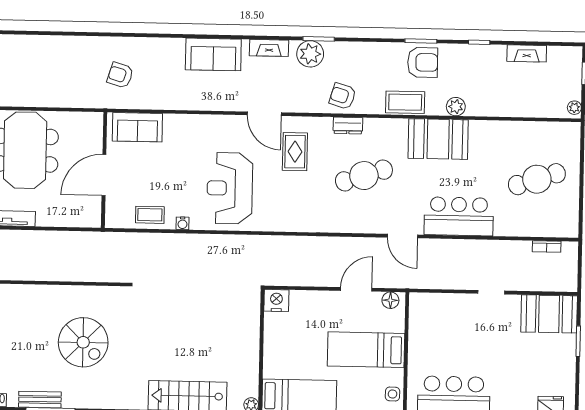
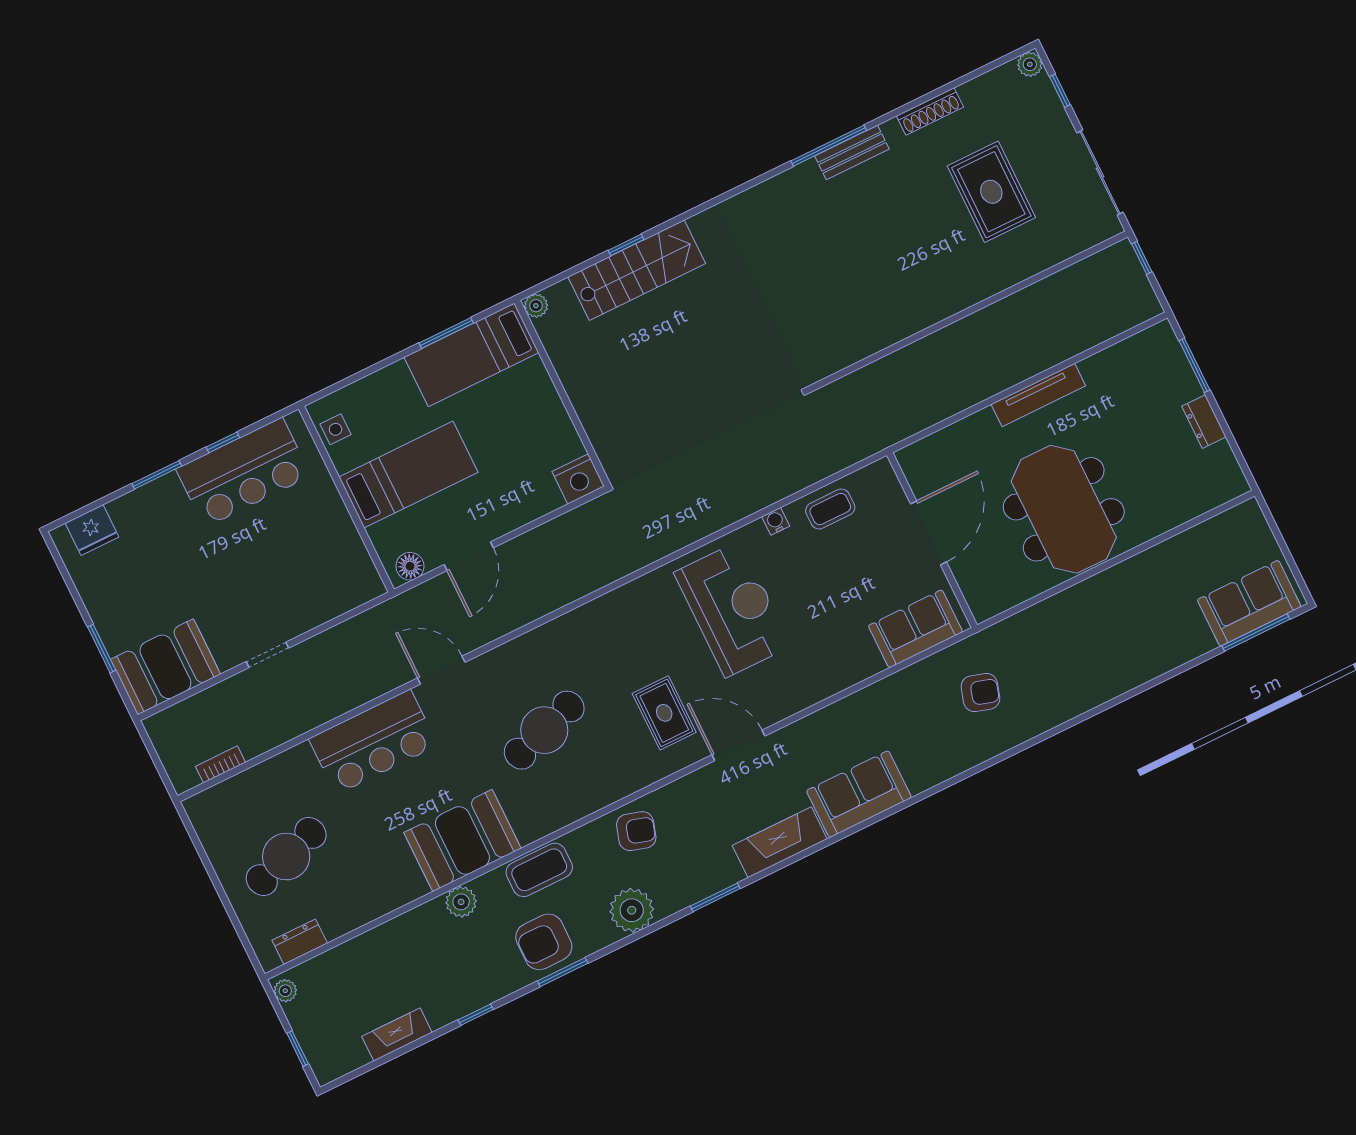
fireplace: (269, 48) -> (780, 842), width x1.37, depth x1.32
plant: (310, 54) -> (632, 910), moved
dresser: (348, 126) -> (300, 942), moved
spiral stairs: (83, 342) -> (832, 270), removed

